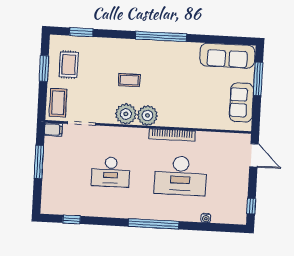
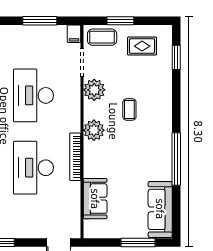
window: (161, 36) -> (176, 159), moved
window: (44, 69) -> (120, 21), moved
sofa: (241, 102) -> (95, 199), moved, turned 90
plant: (126, 114) -> (94, 90), moved
desk: (111, 172) -> (34, 95), width x1.36, depth x1.30

